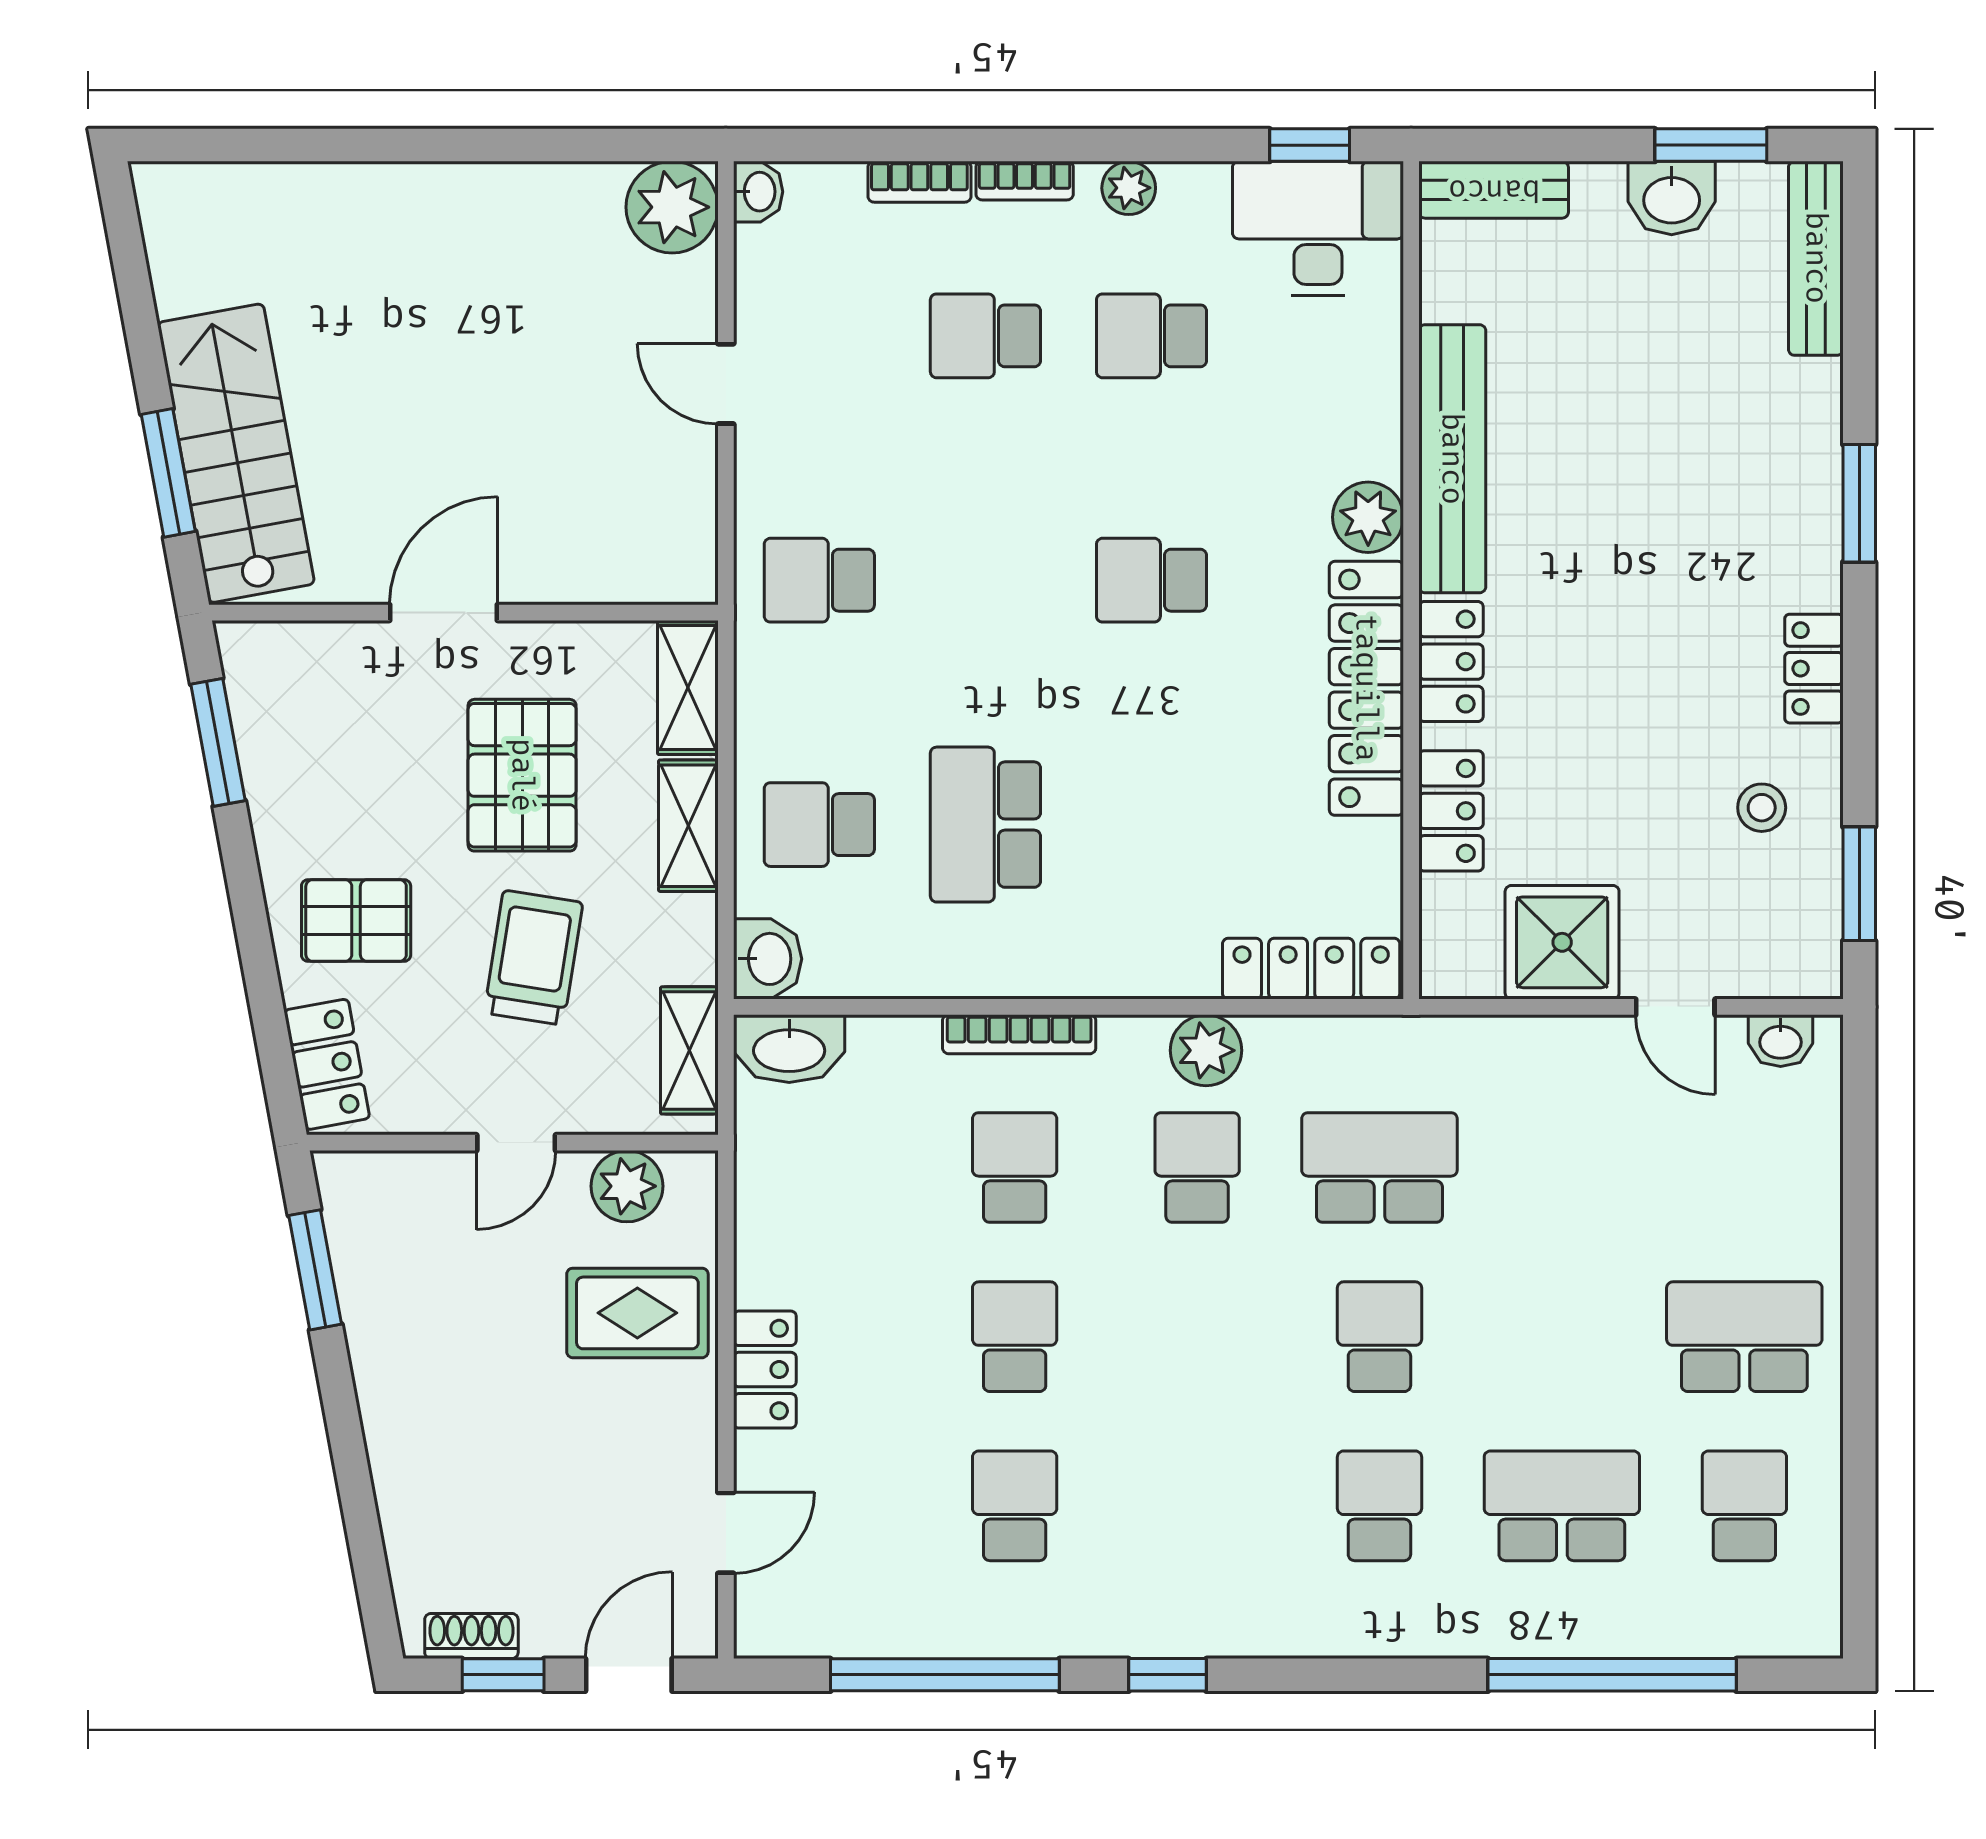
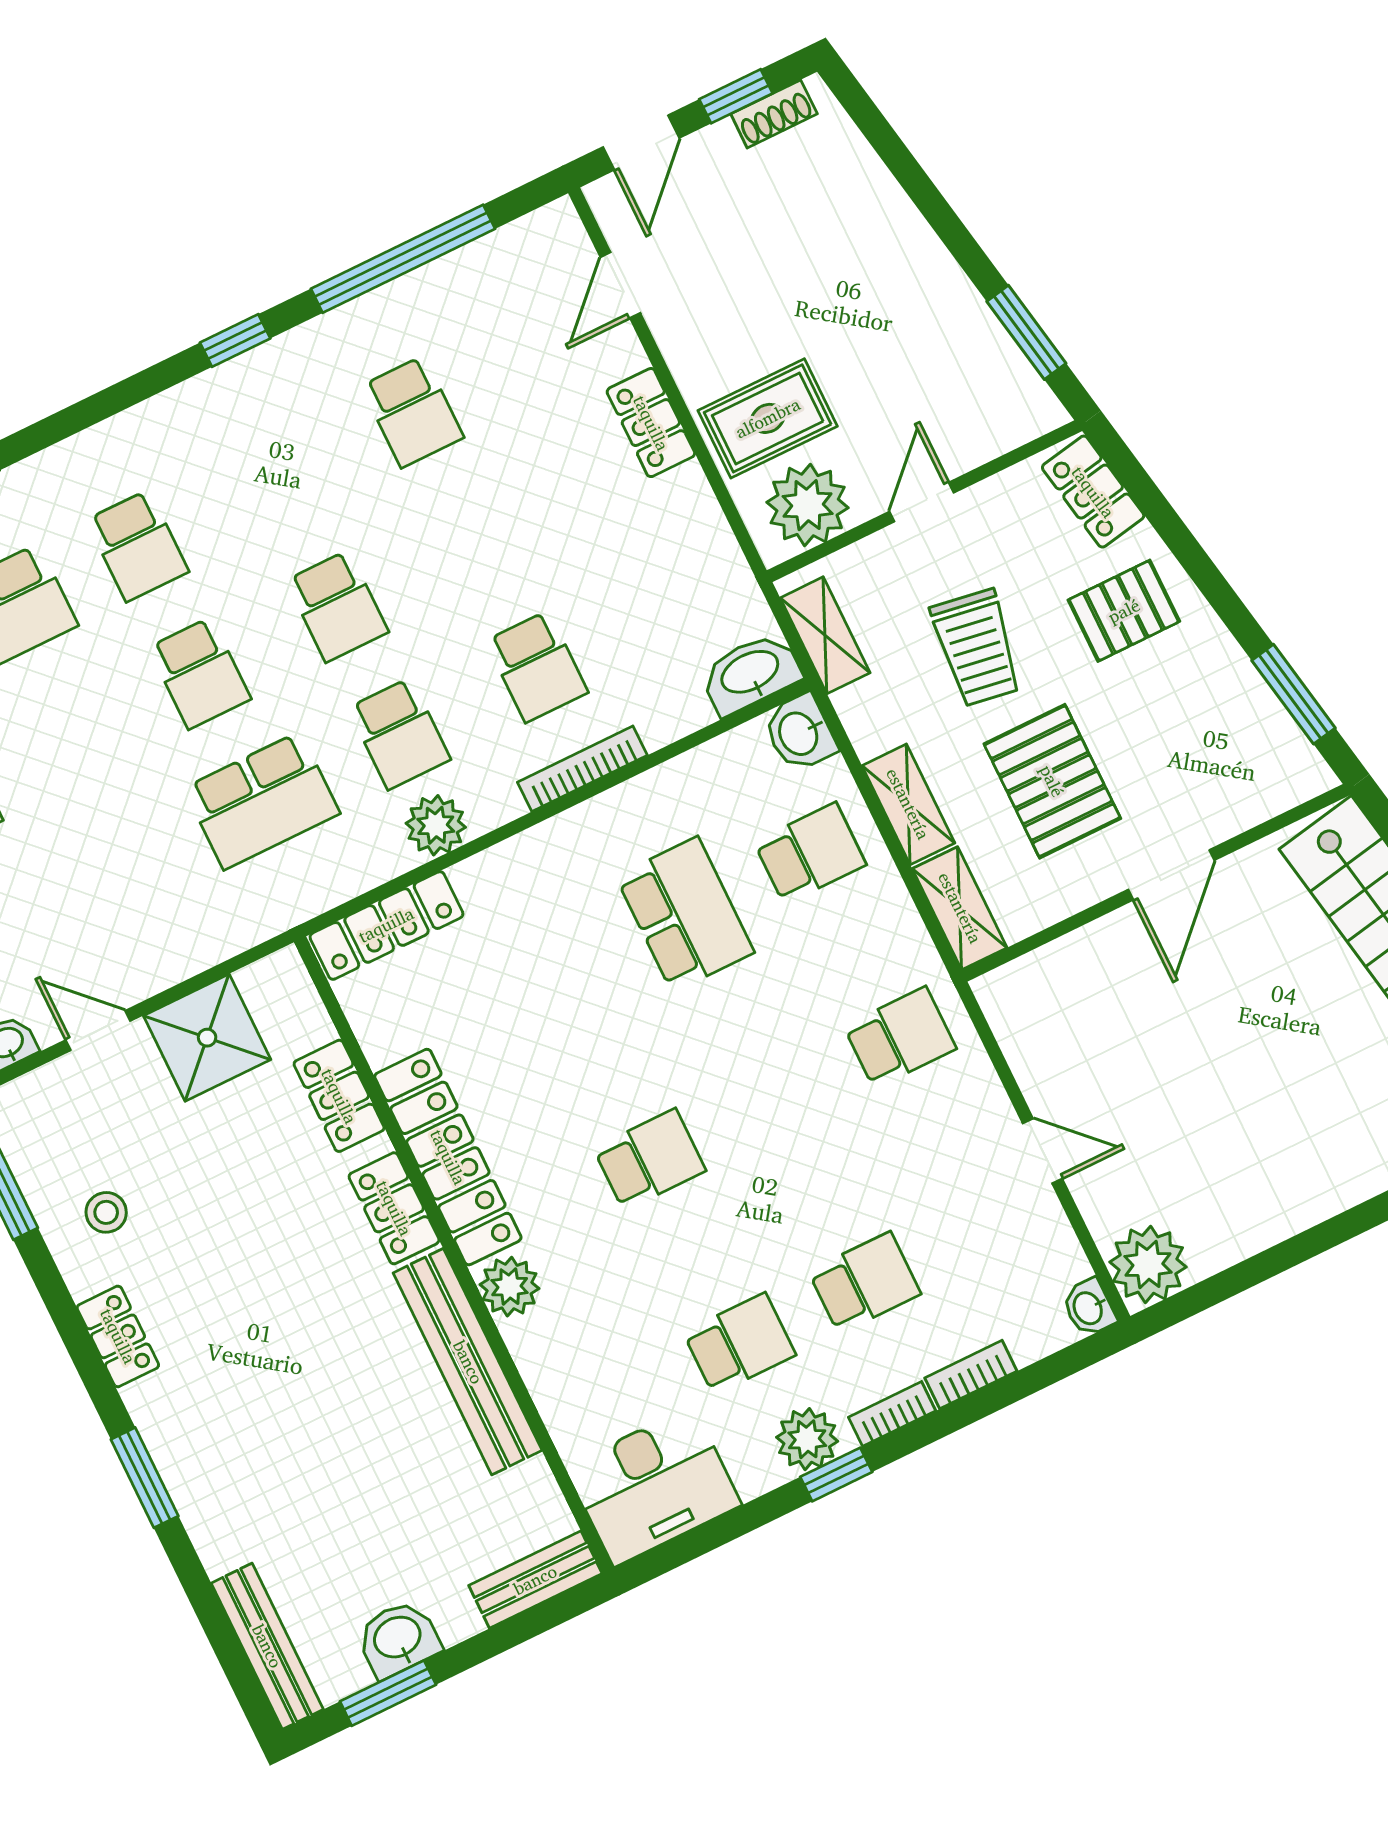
window: (1310, 145) -> (836, 1474), moved
plant: (1129, 188) -> (807, 1439), width x1.38, depth x1.38
plant: (627, 1186) -> (808, 505), width x1.36, depth x1.36
school desk: (1015, 1337) -> (337, 606), moved

